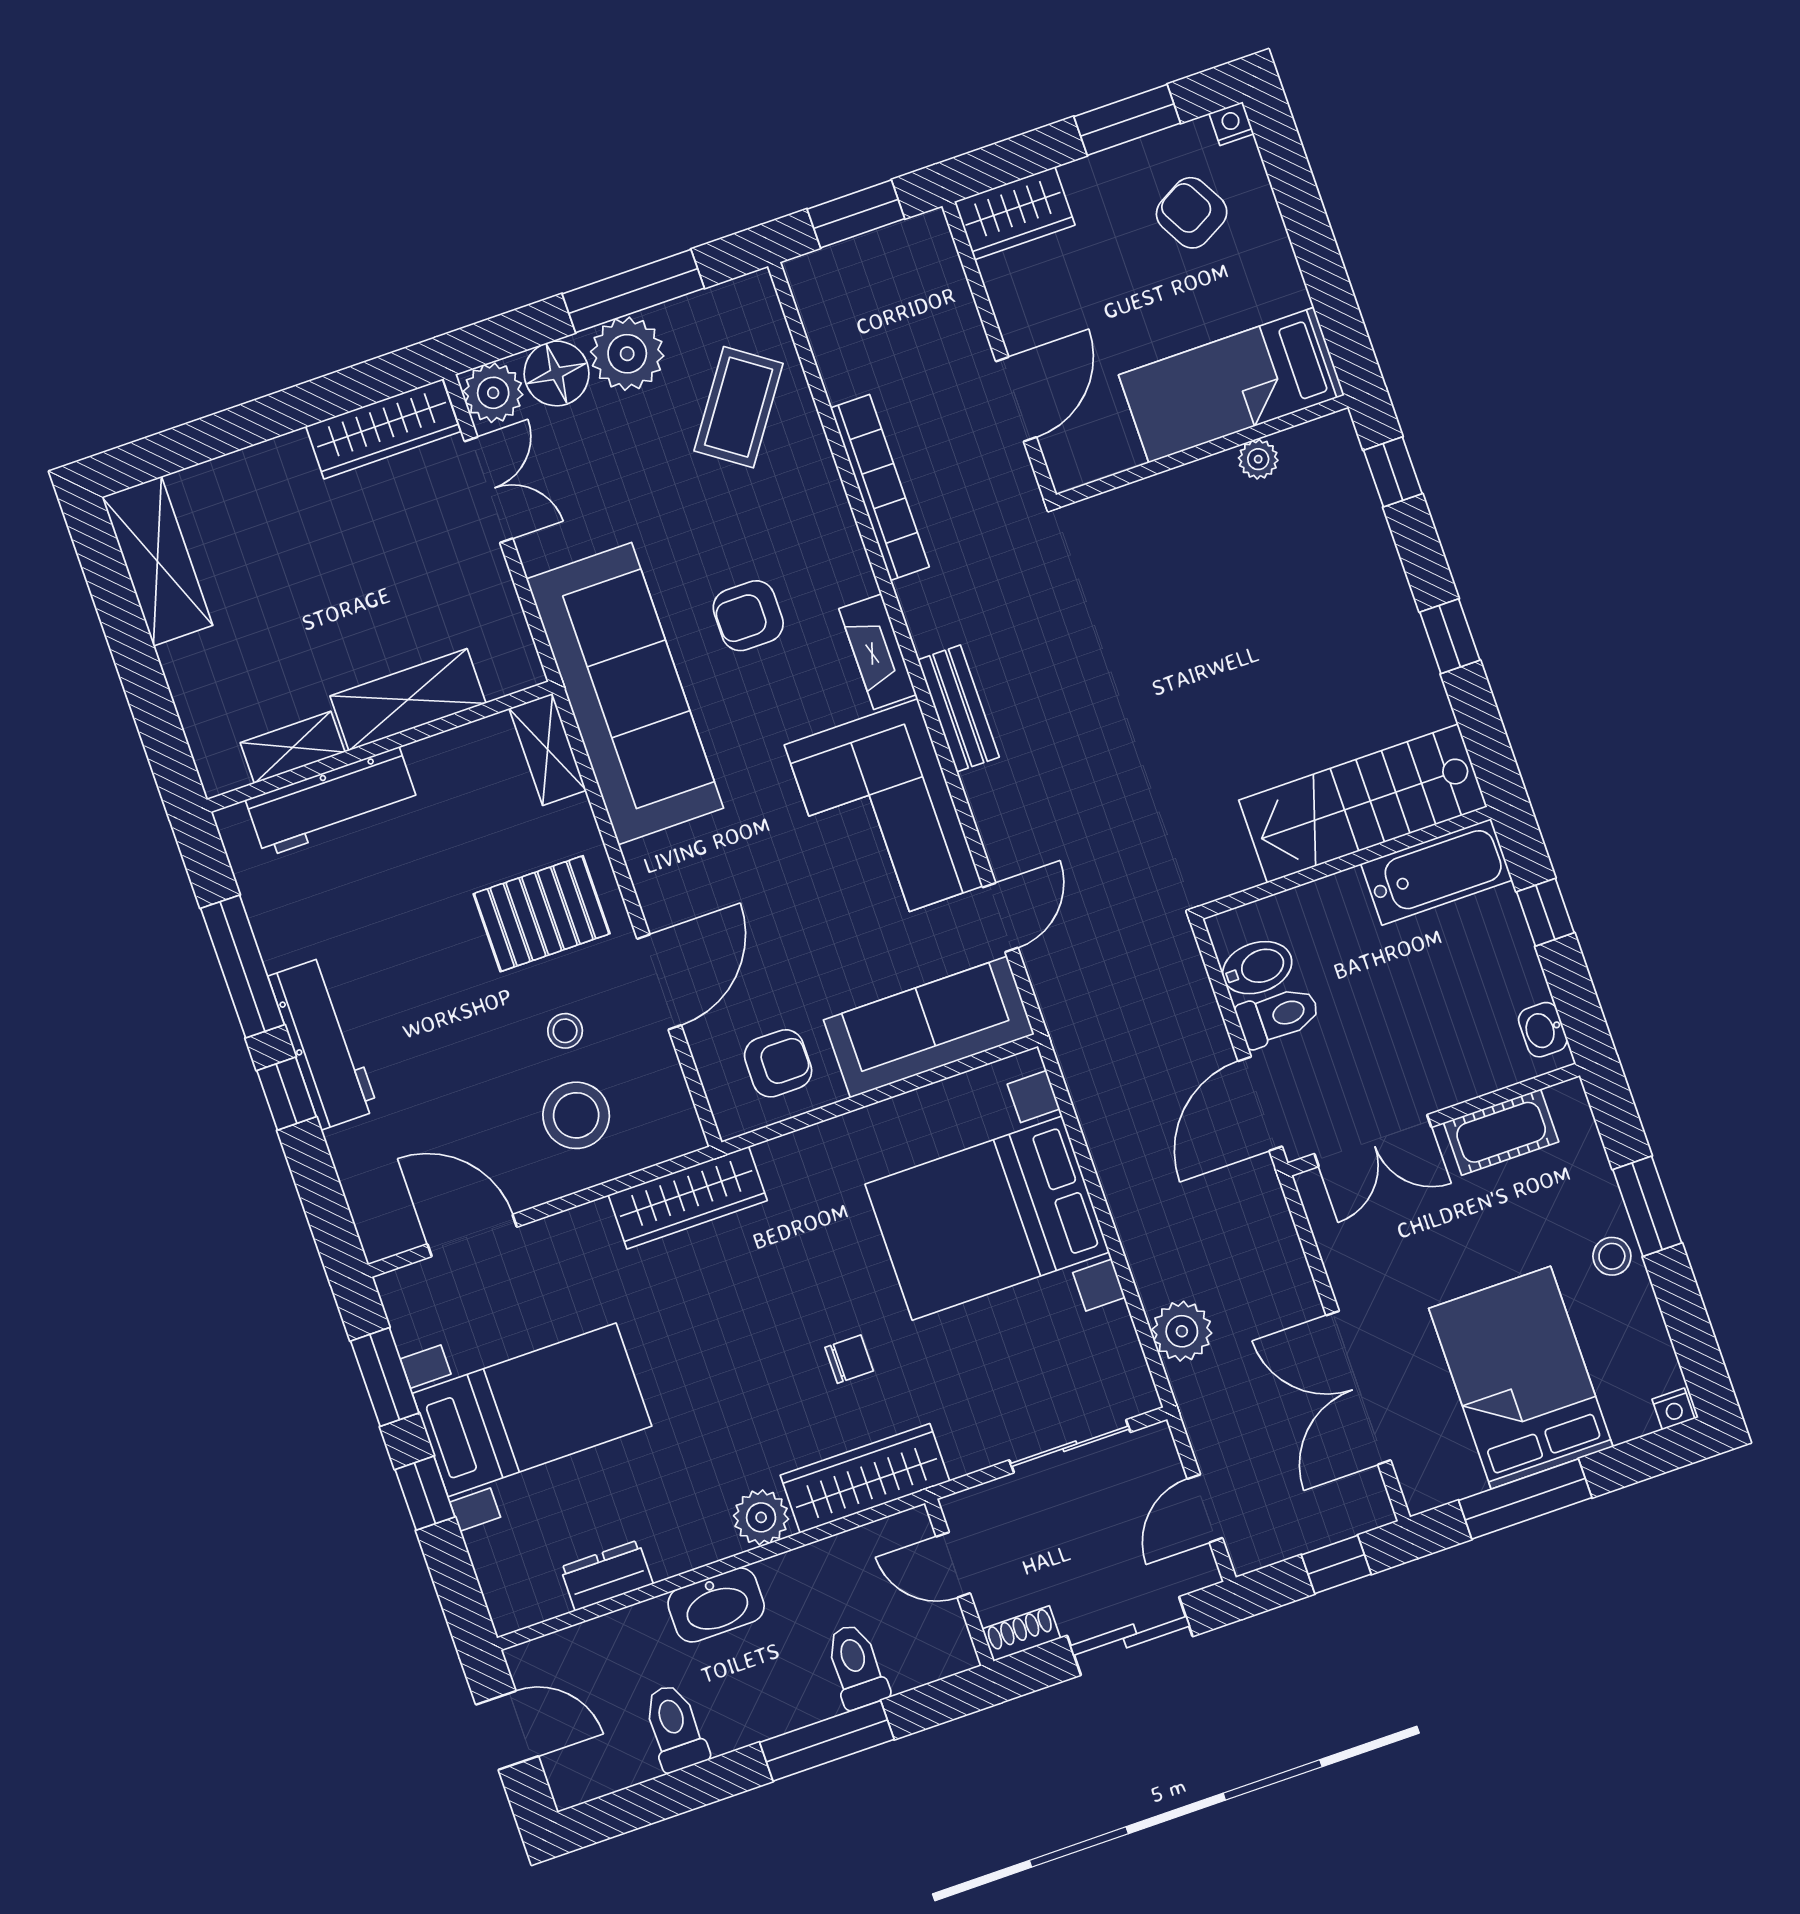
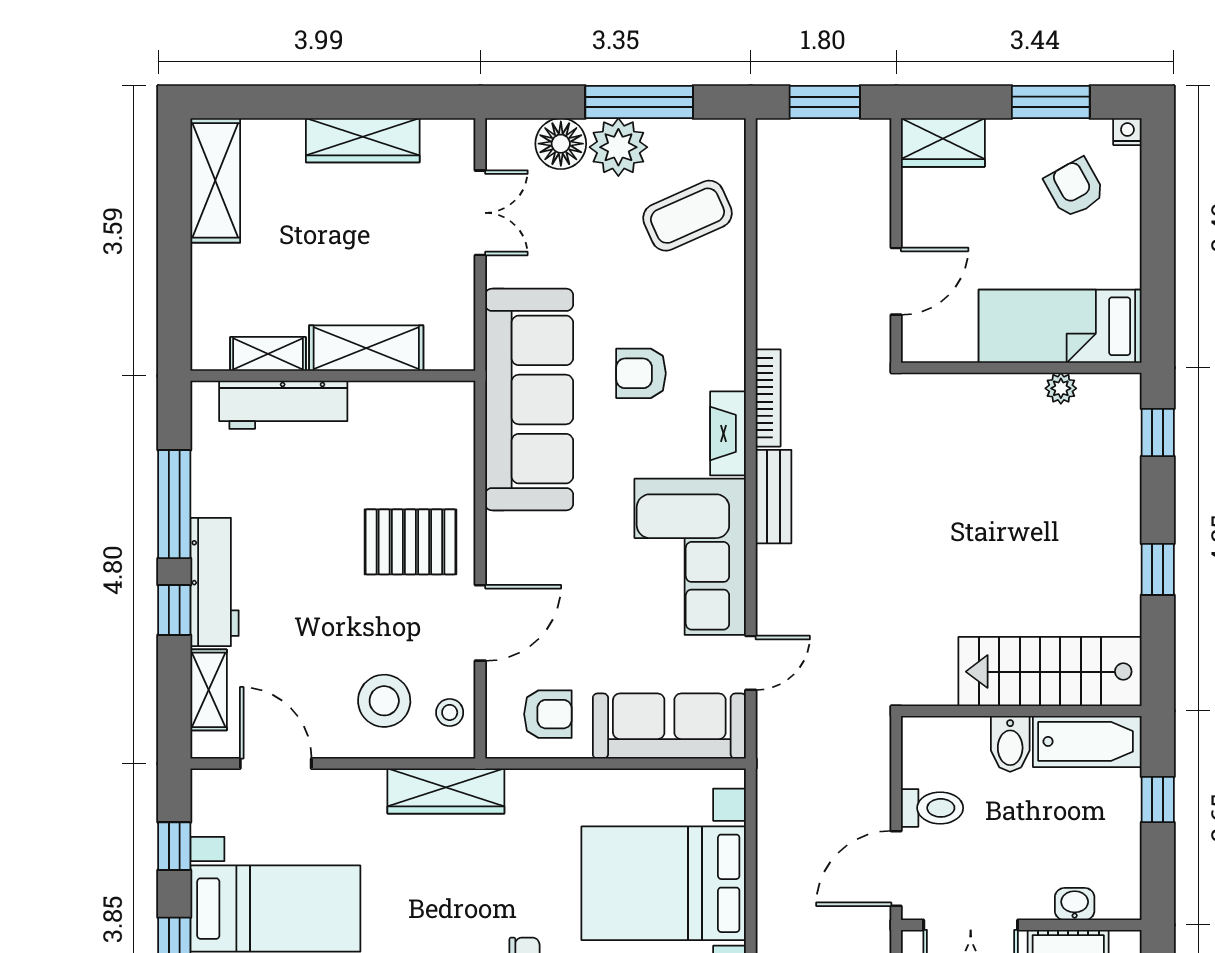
plant: (493, 393) -> (509, 142), removed
coffee table: (739, 407) -> (688, 216), turned 31
wardrobe: (383, 429) -> (363, 140), moved
bookcase: (880, 487) -> (768, 398), moved, width x0.68, depth x0.76
shelving: (548, 749) -> (209, 690), moved
bidet: (1257, 968) -> (1010, 744), moved, turned 90
washbasin: (1543, 1030) -> (1075, 904), moved, turned 90
stool: (565, 1031) -> (450, 712), moved
window: (385, 1377) -> (174, 846), width x0.67

